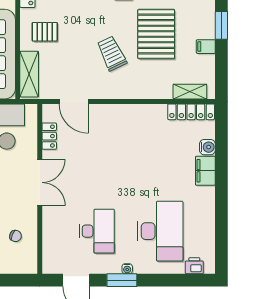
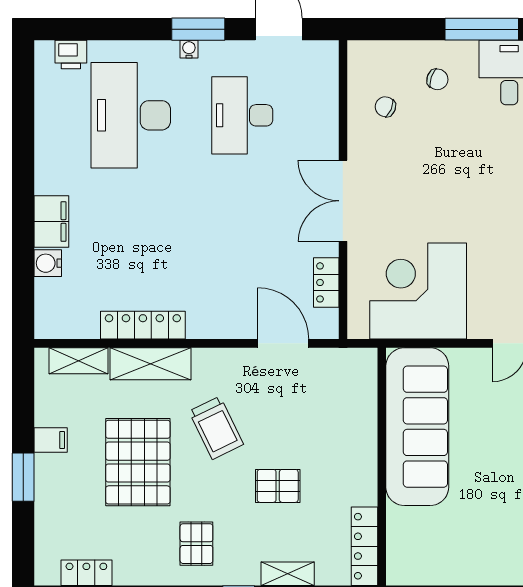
pallet: (45, 32) -> (278, 486), moved
shelving: (29, 74) -> (151, 364), moved, turned 90
locker: (191, 112) -> (143, 325), moved

